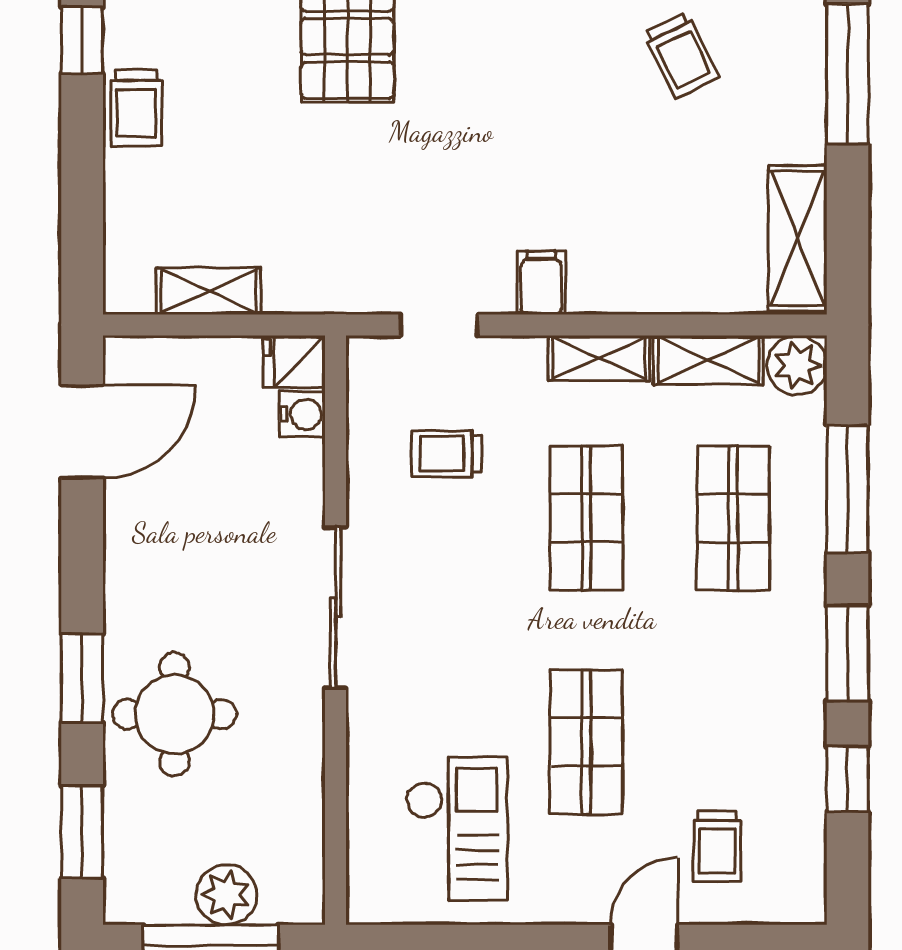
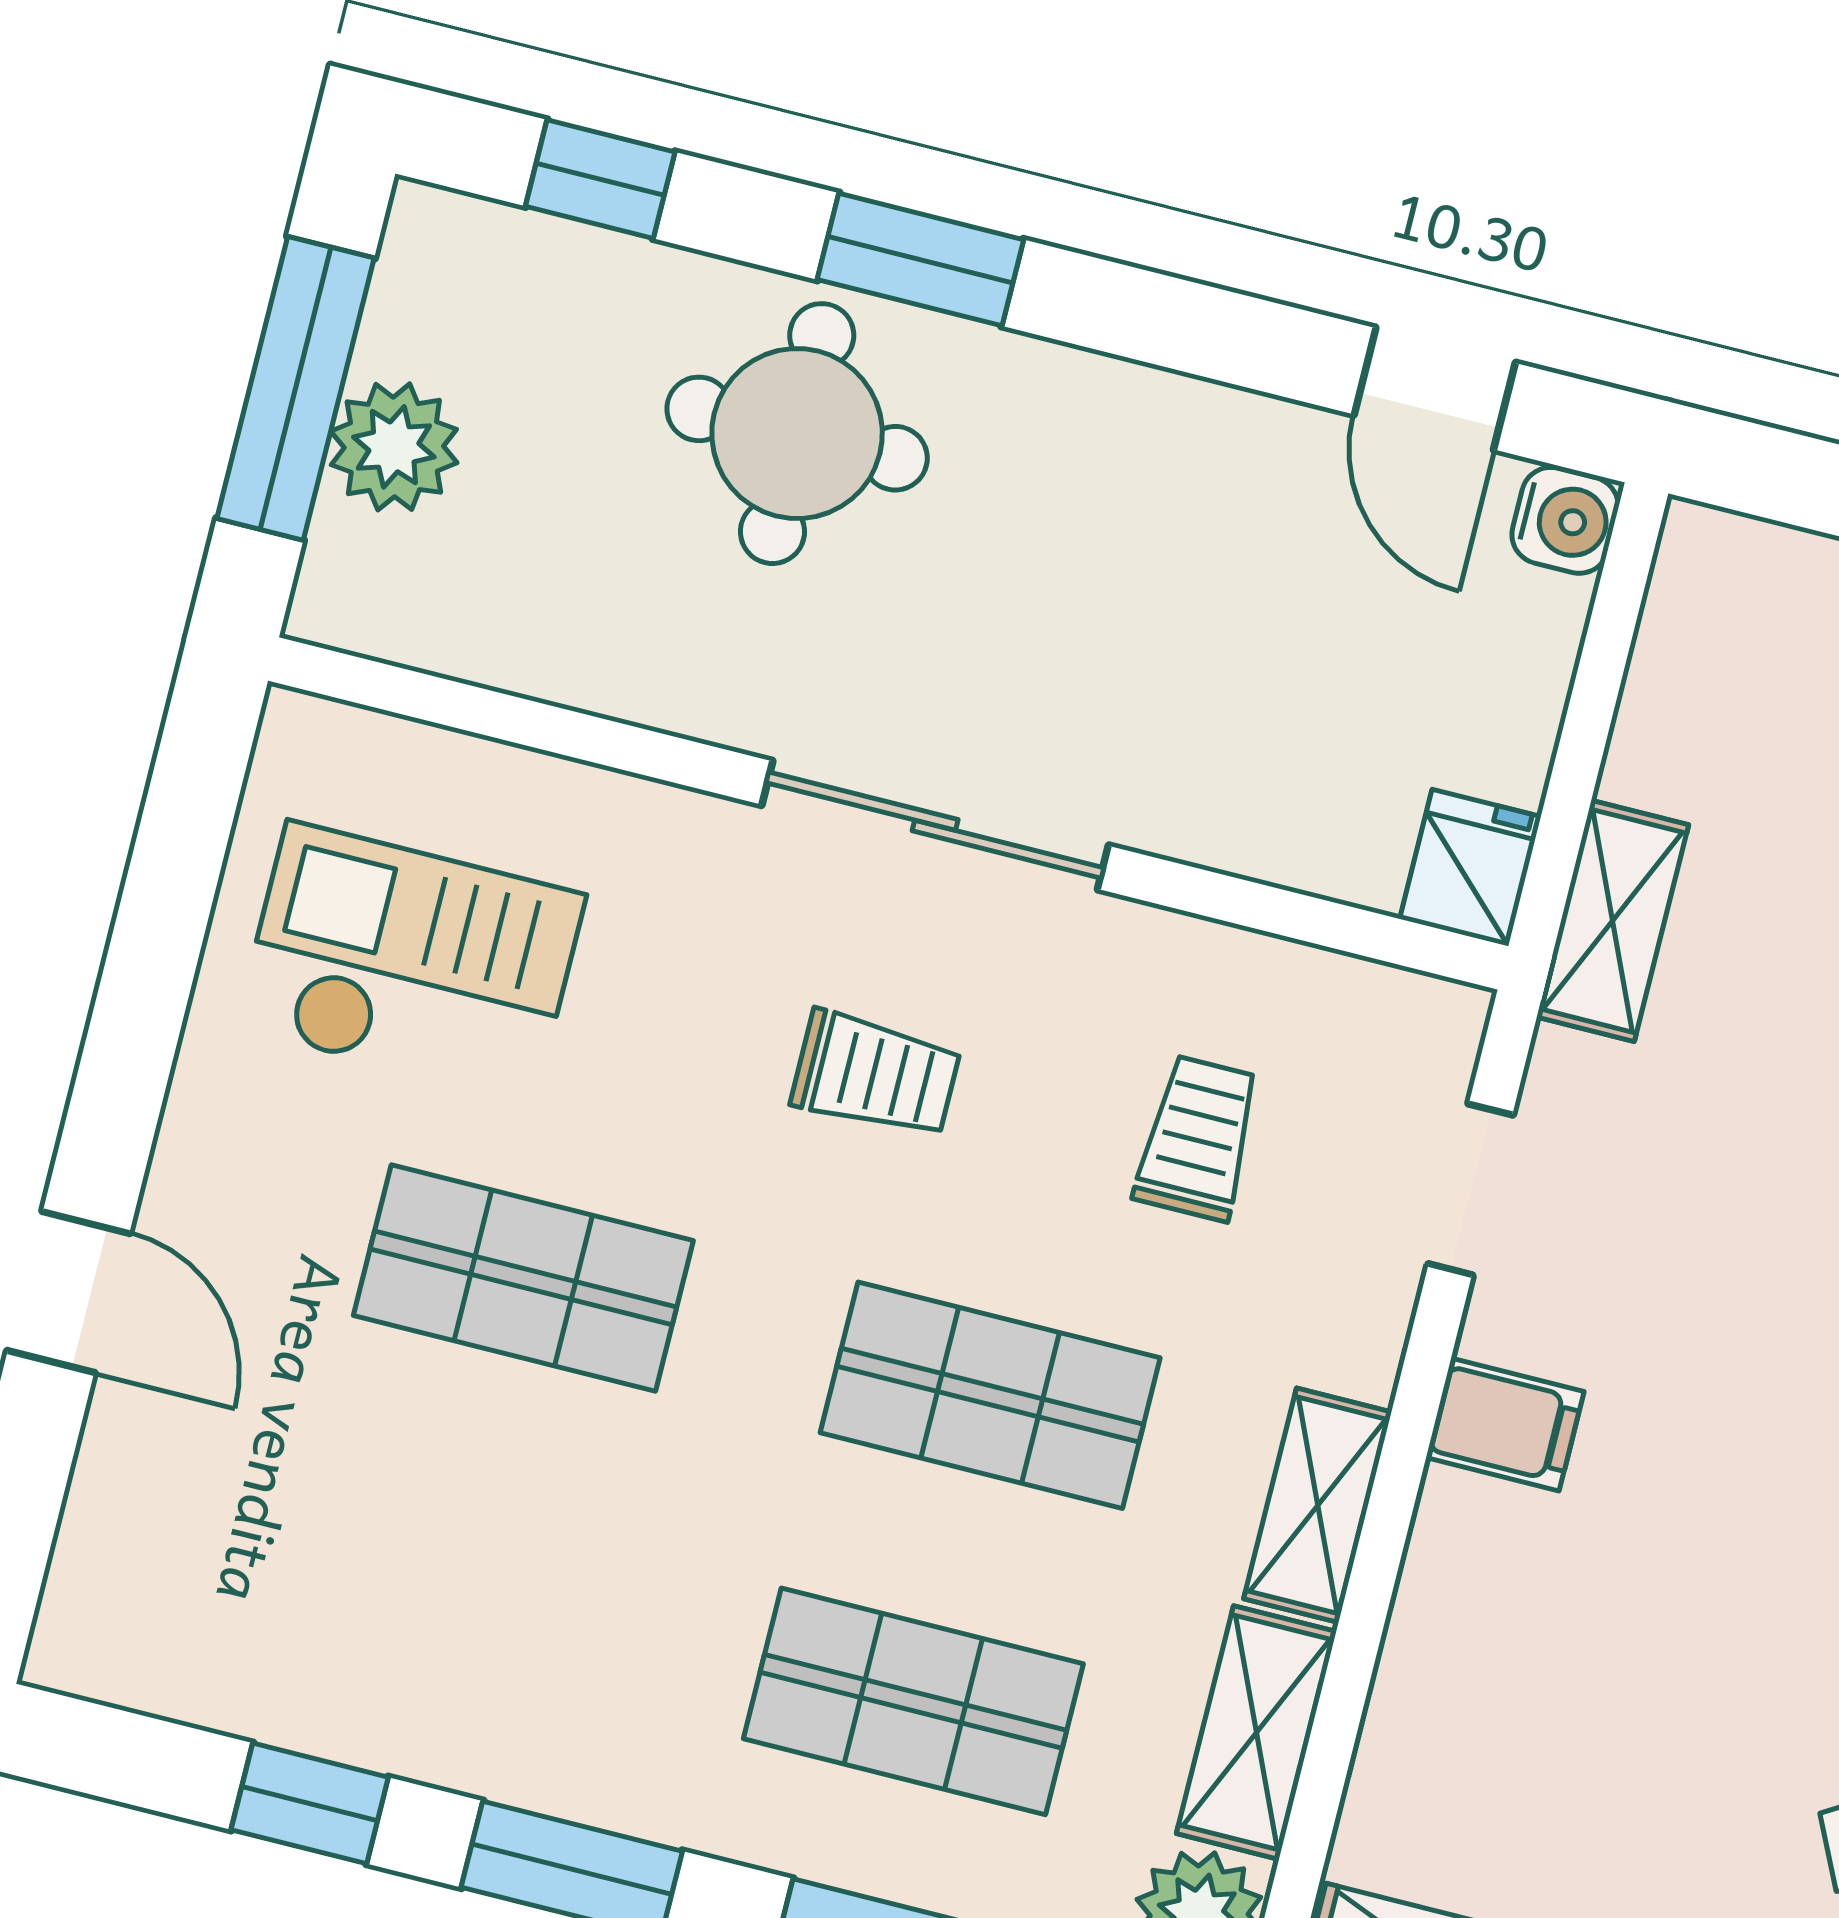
shelving: (209, 291) -> (1613, 921), moved
water cooler: (302, 414) -> (1565, 520), moved, turned -90
door: (82, 432) -> (1435, 389), width x0.73
checkout: (457, 829) -> (410, 962), turned 180
window: (82, 832) -> (600, 179), width x0.67
trolley: (717, 846) -> (876, 1074), moved, turned 180

